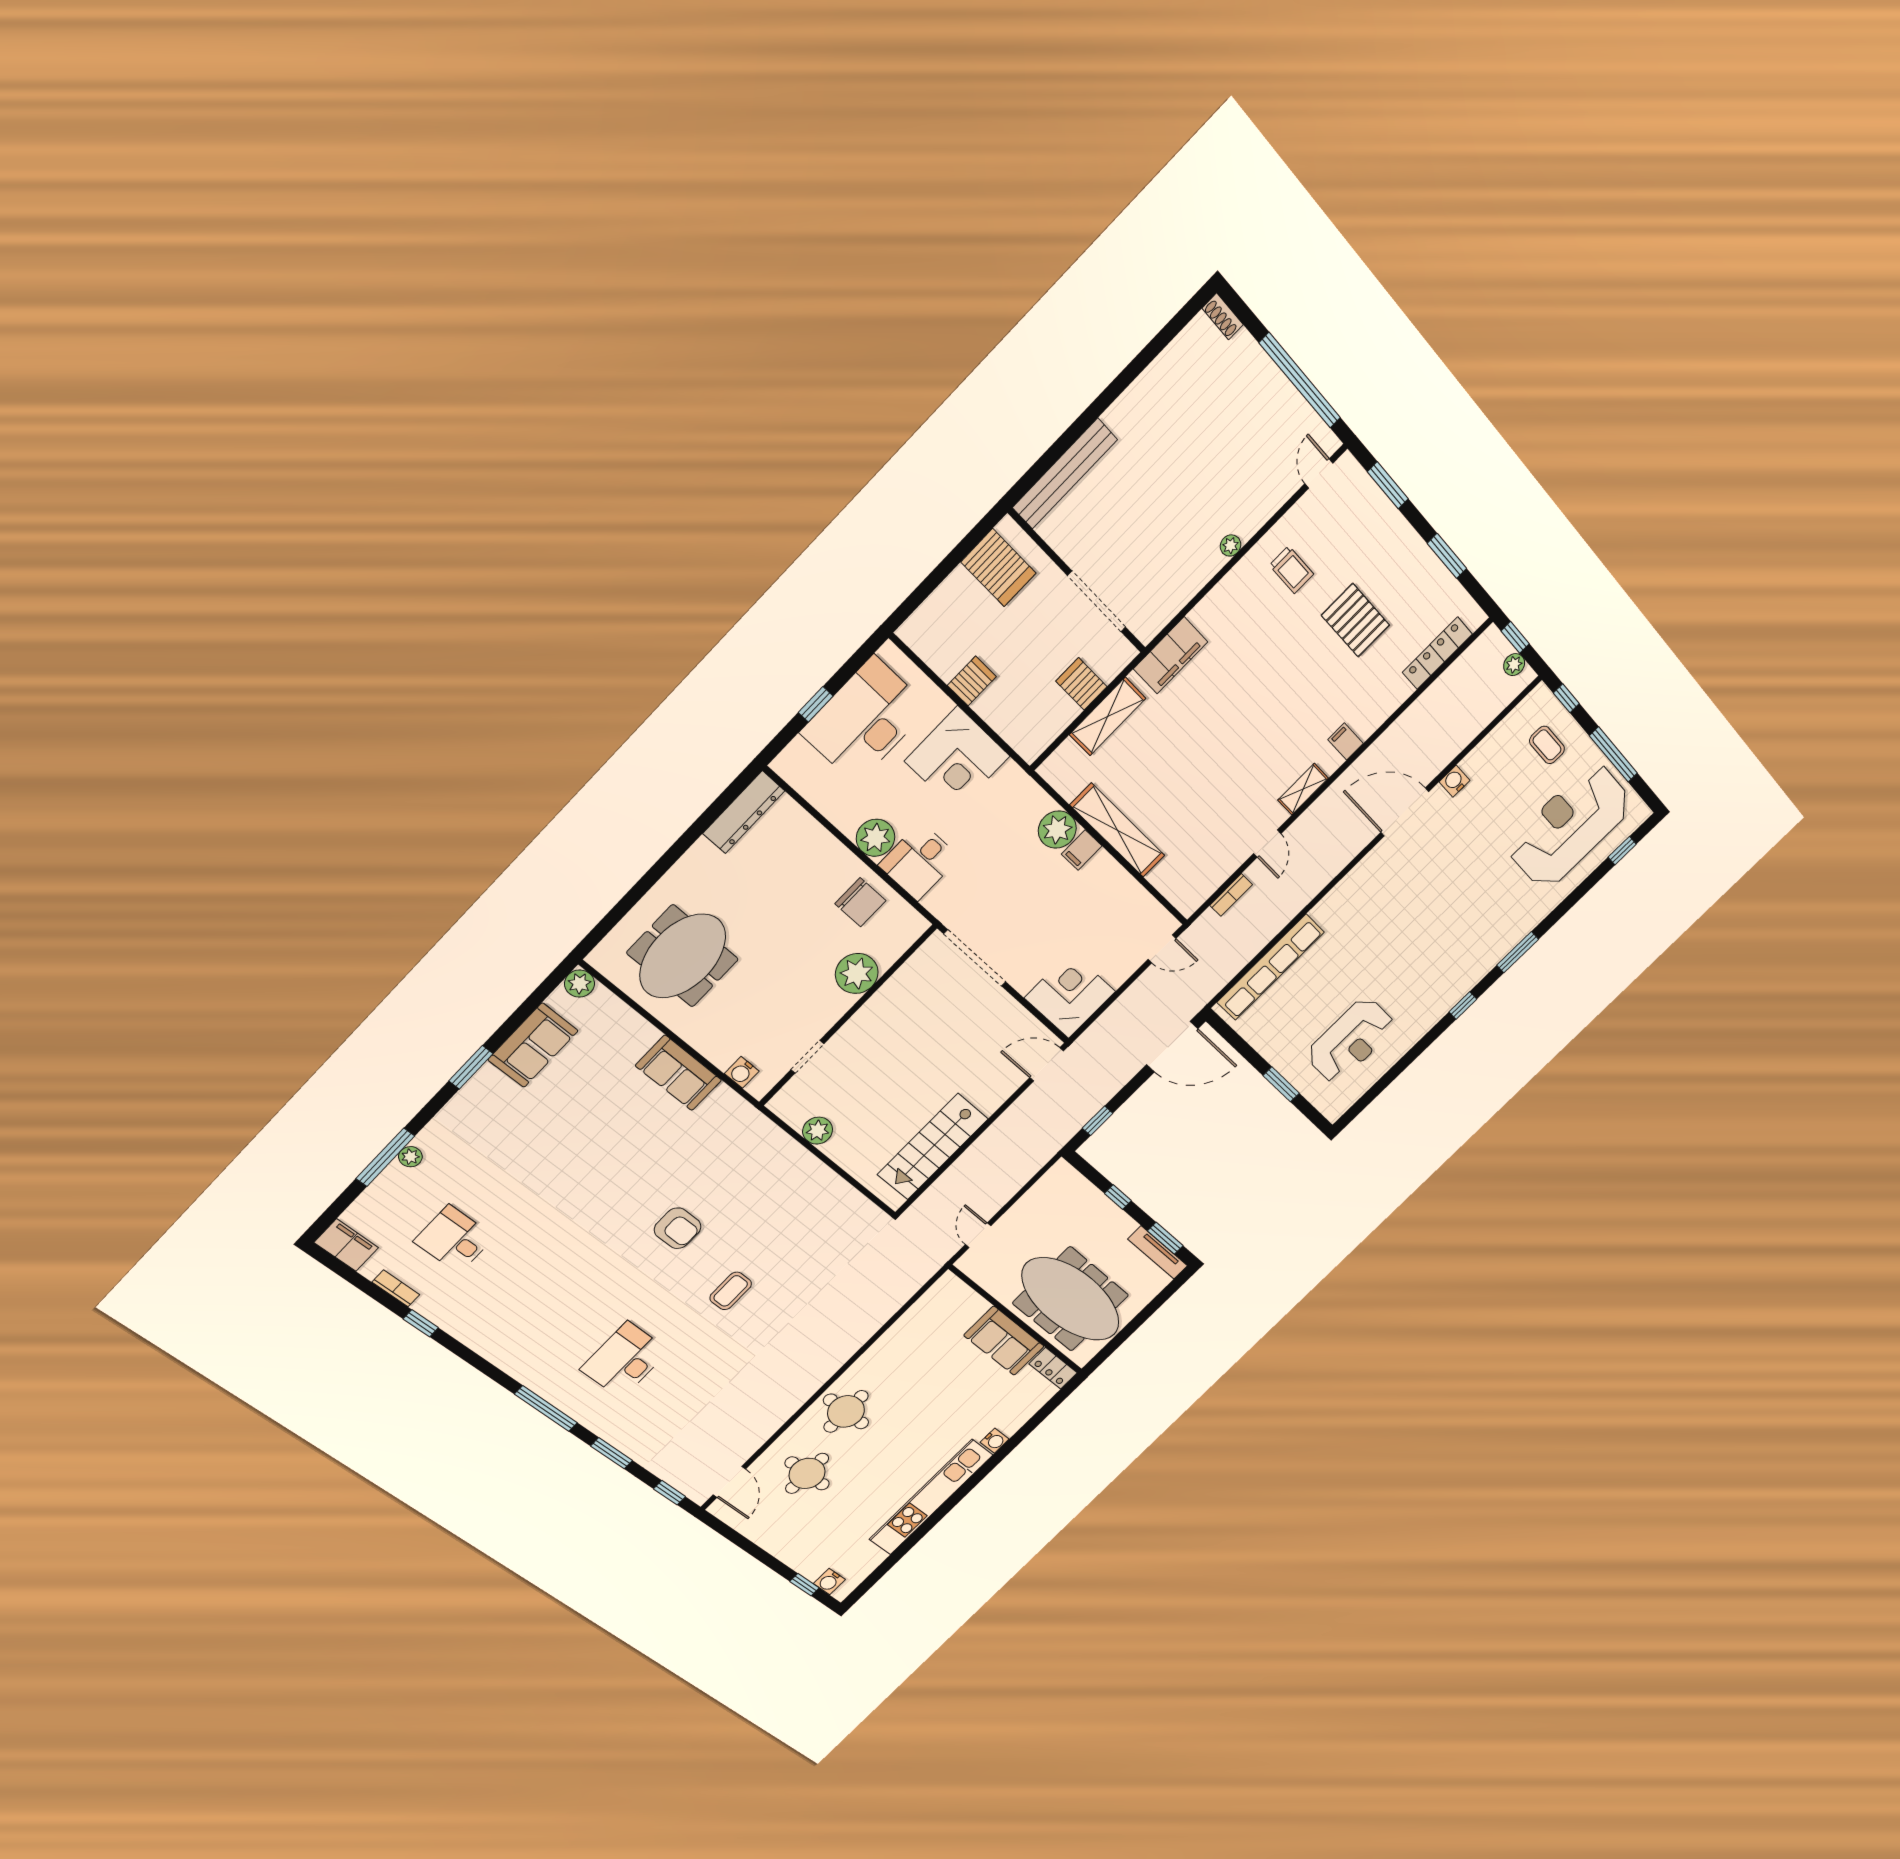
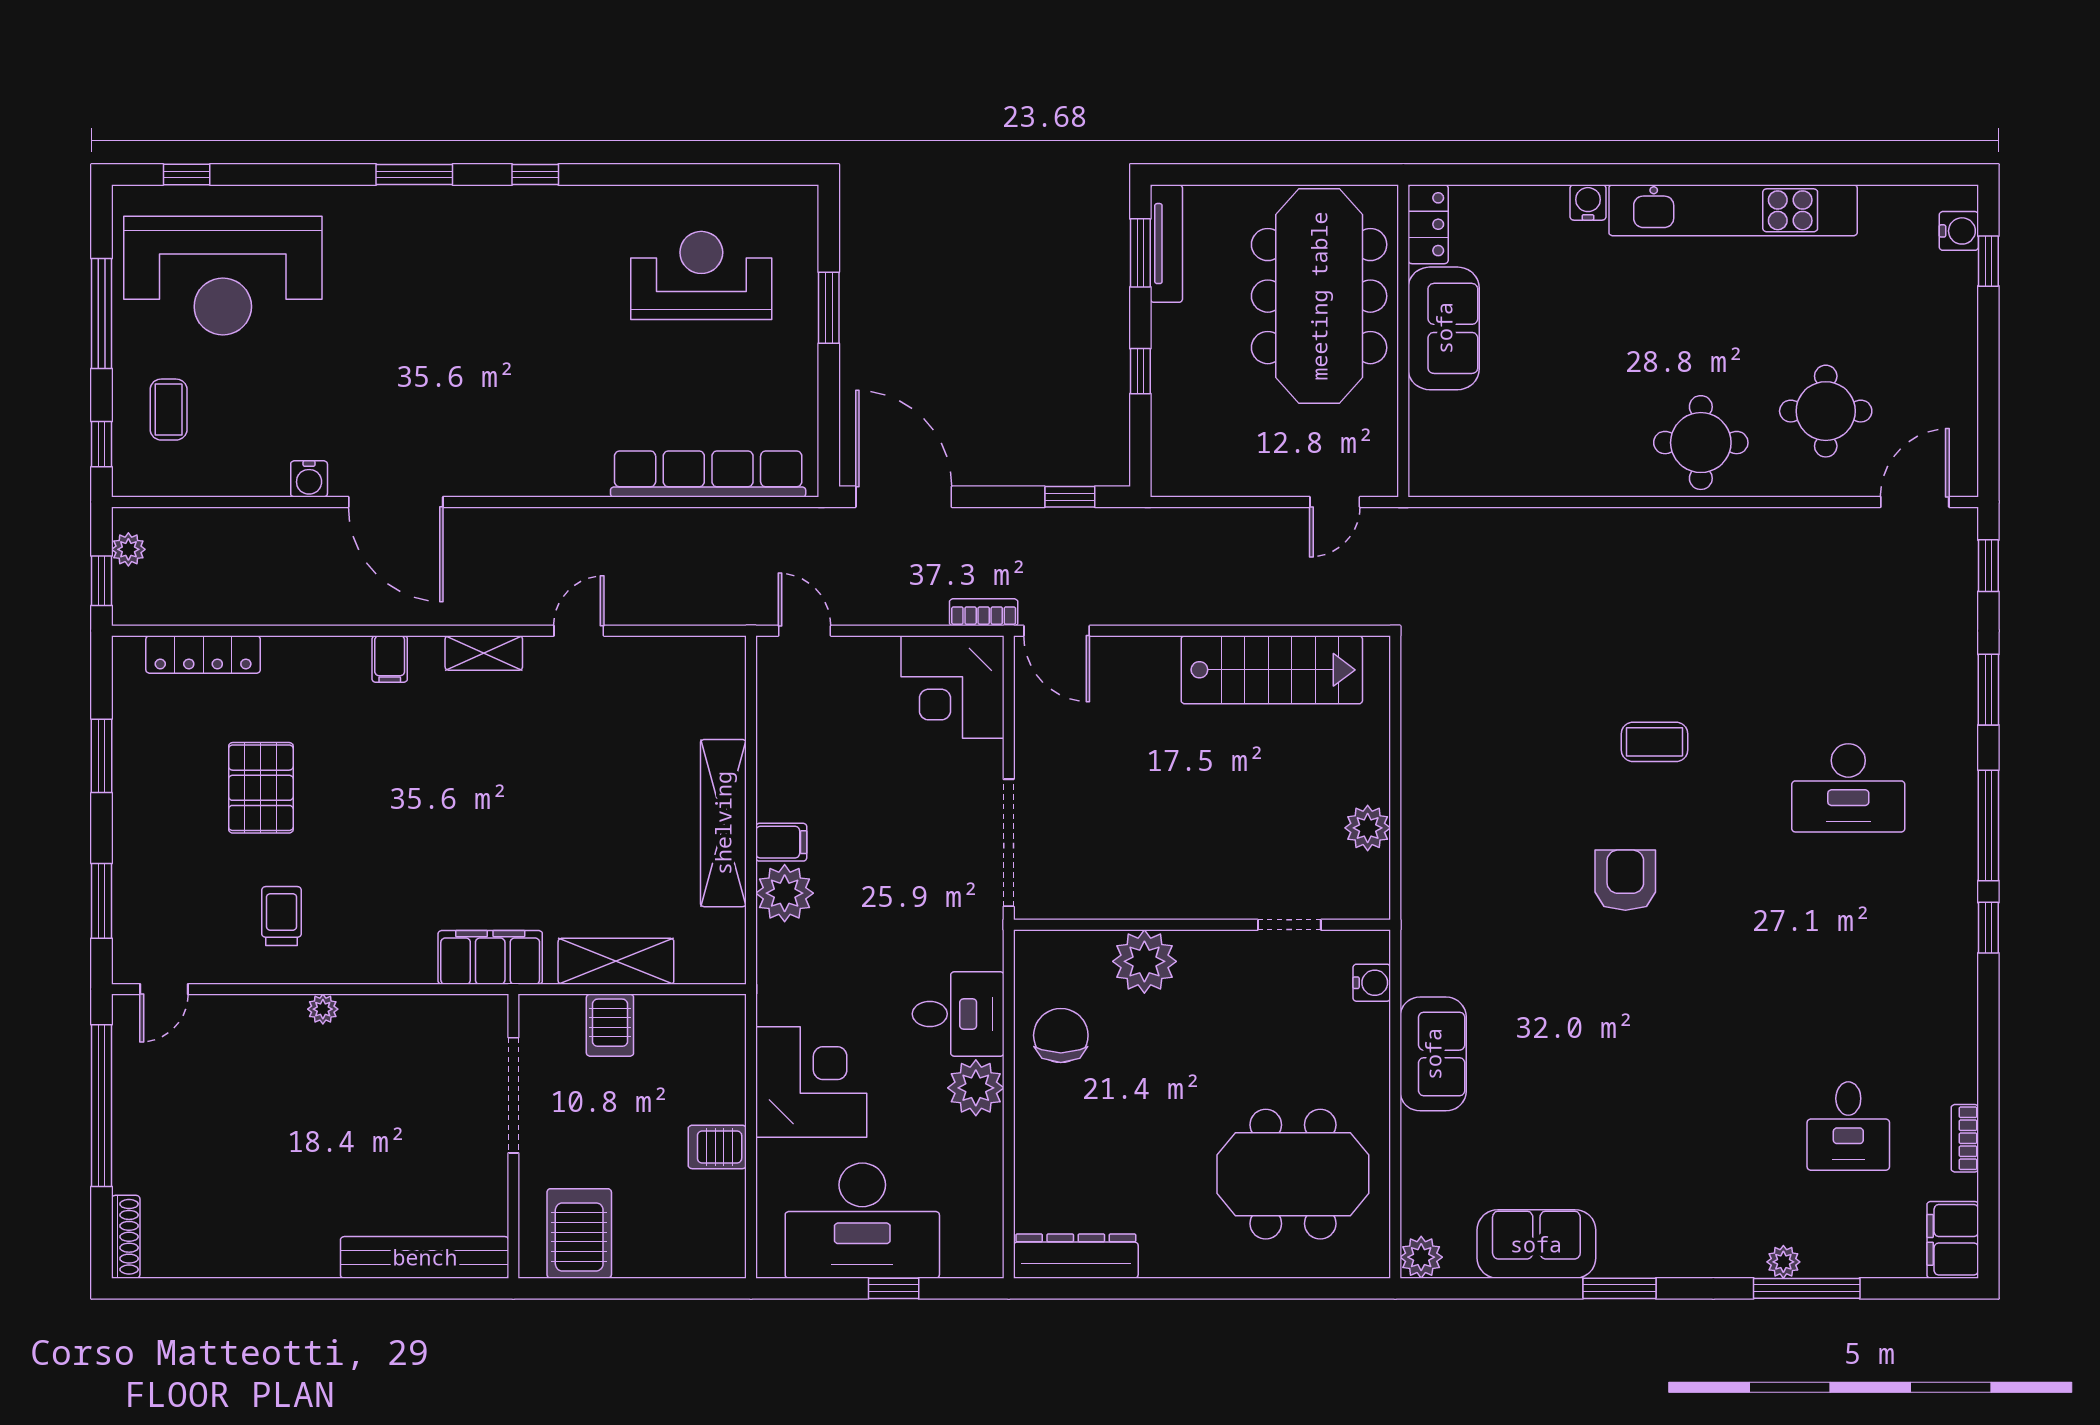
shoe rack: (1223, 316) -> (126, 1237), width x1.43
bookcase: (1231, 895) -> (984, 612), moved
window: (421, 1323) -> (1988, 928), moved

